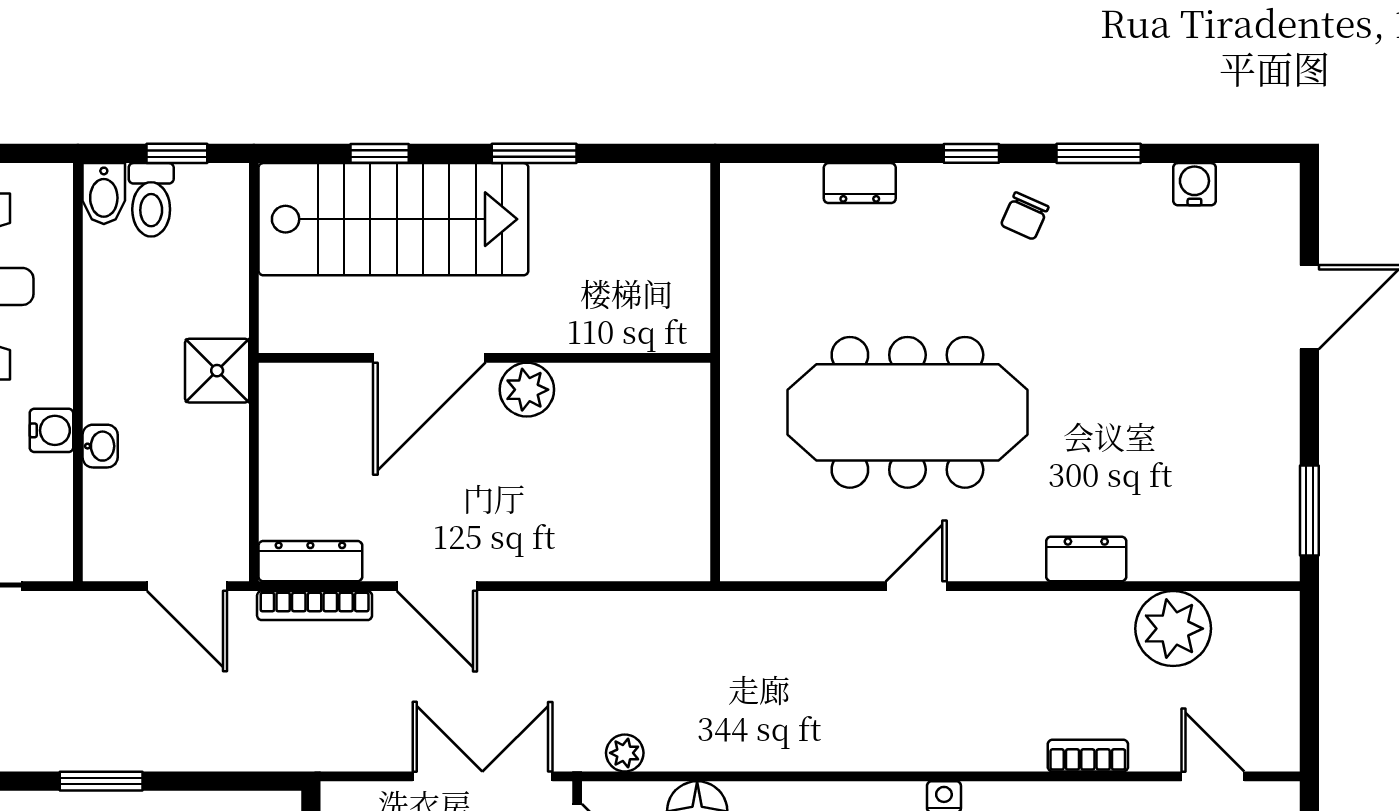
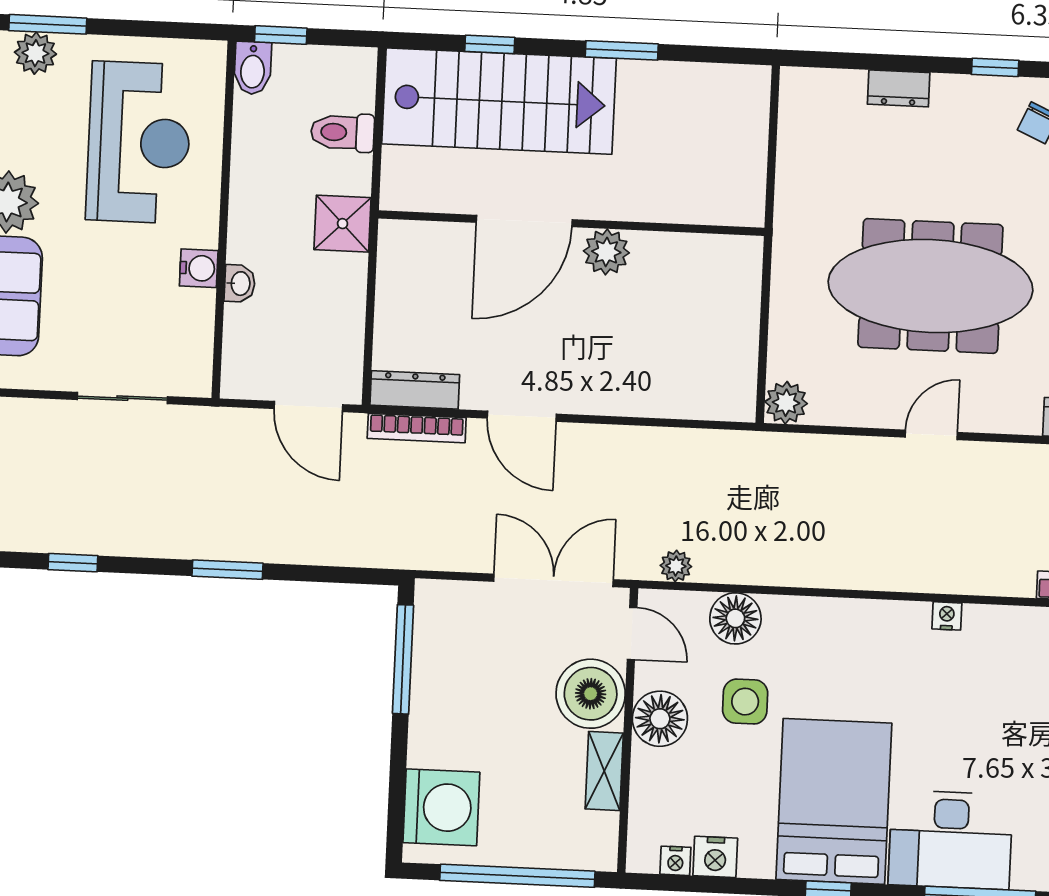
window: (177, 153) -> (281, 35), moved
toilet: (151, 200) -> (343, 132), moved, turned 90
plant: (745, 556) -> (786, 403), added

